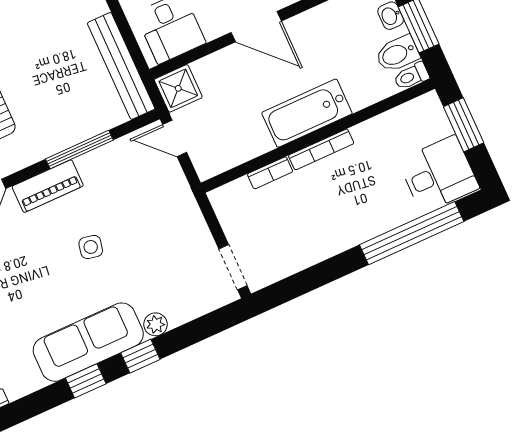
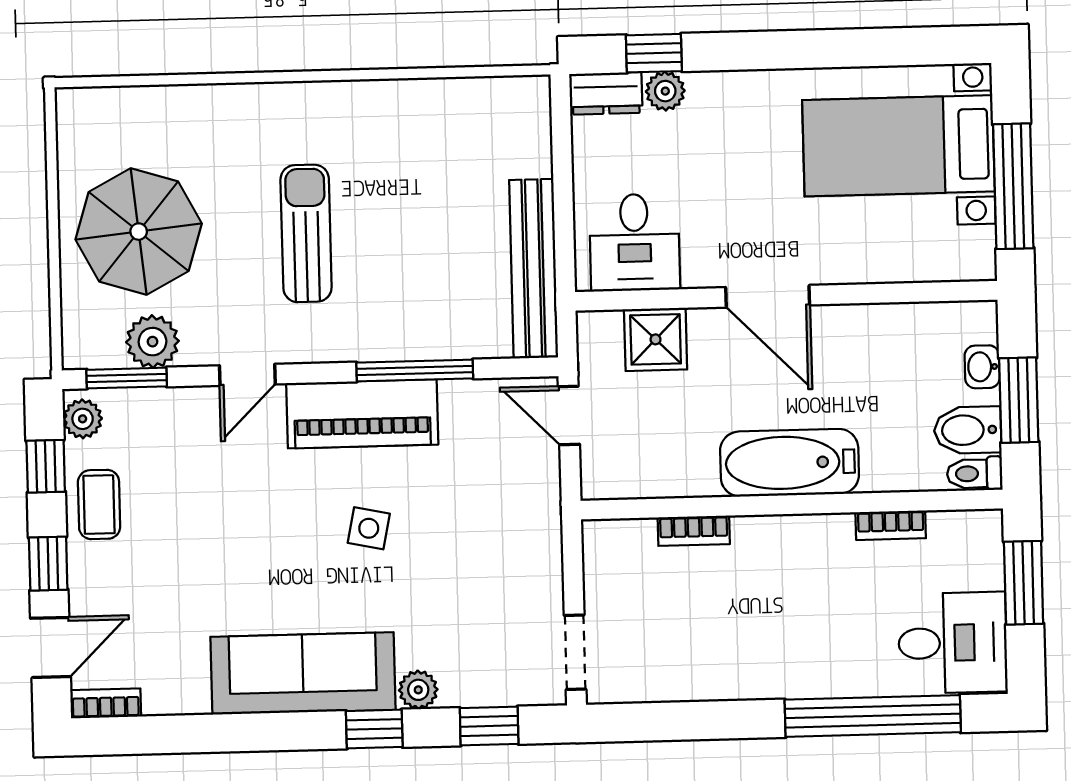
shower: (178, 88) -> (656, 339), moved
bookcase: (321, 149) -> (891, 525), moved, width x0.64
piano: (48, 186) -> (362, 414), width x1.37, depth x1.33
window: (86, 381) -> (489, 726), moved

